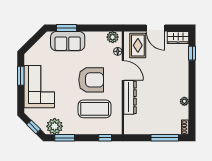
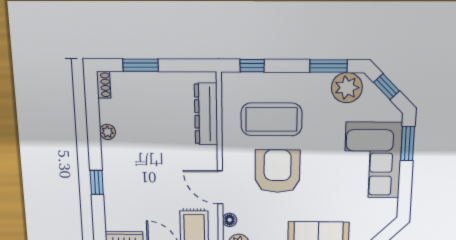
window: (192, 53) -> (97, 182), moved
window: (21, 76) -> (408, 144), moved
armchair: (91, 80) -> (277, 171), turned 90
dresser: (130, 97) -> (206, 114), moved
window: (165, 138) -> (141, 65), width x0.69

